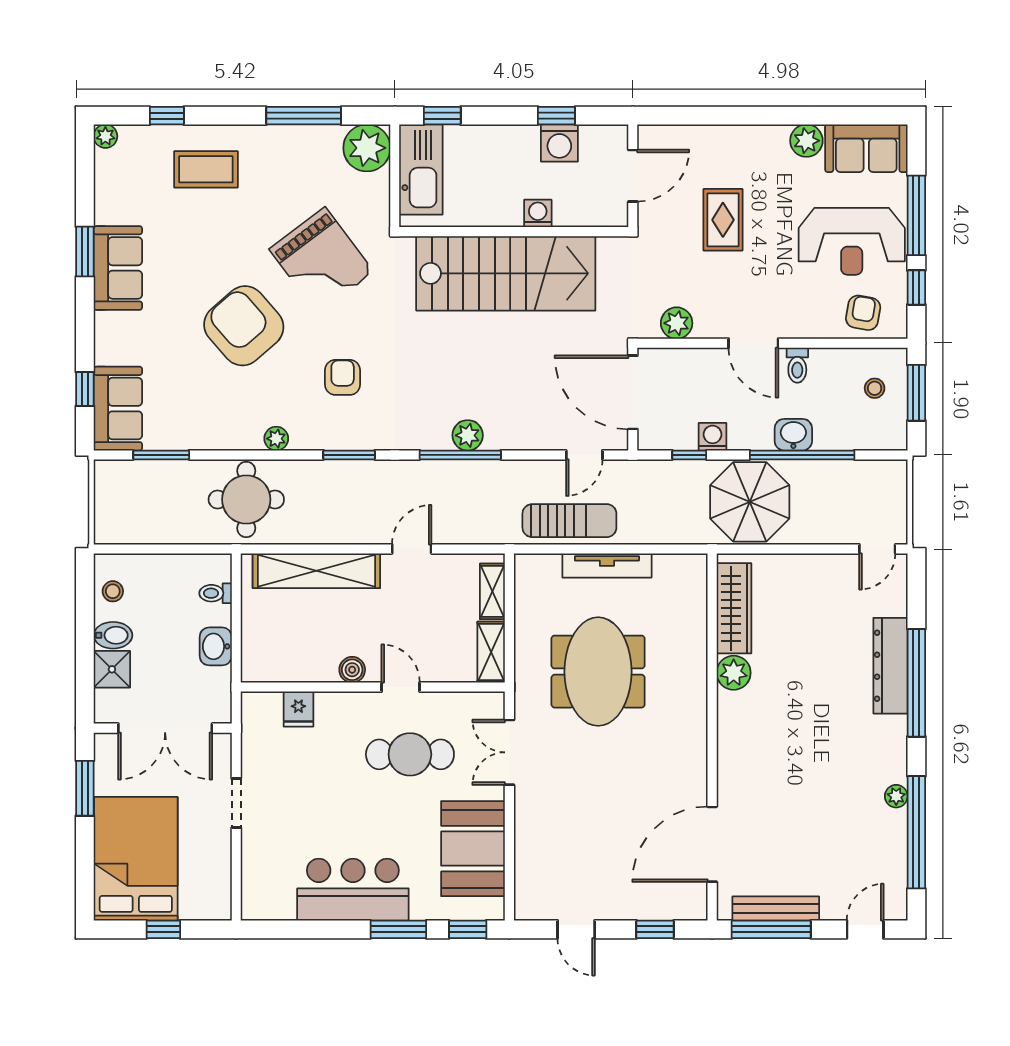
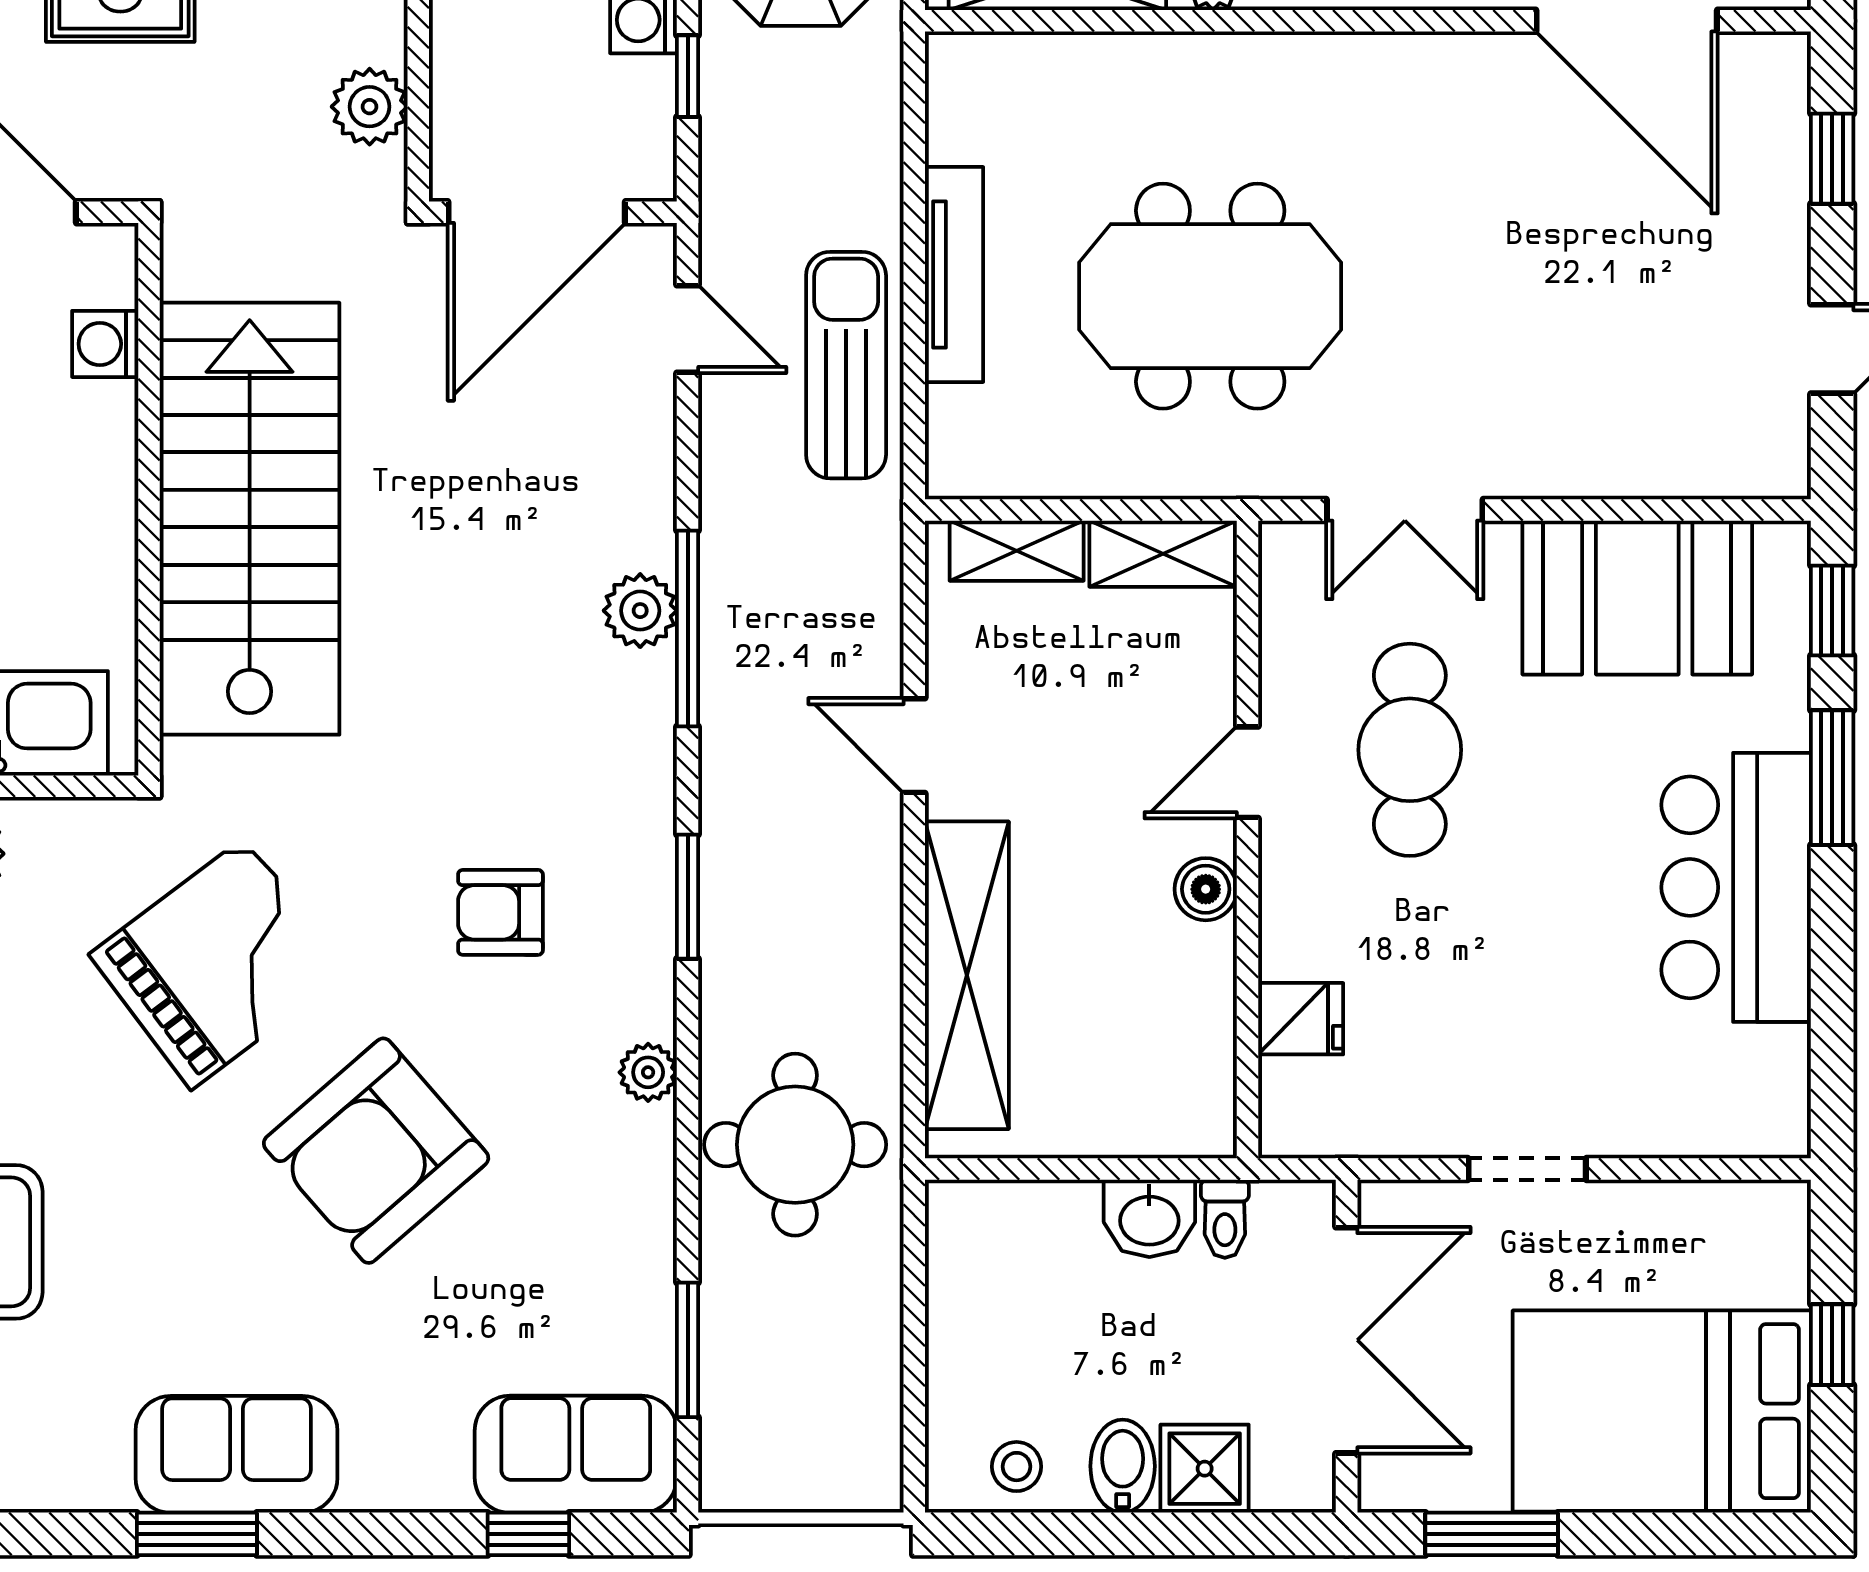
washing machine: (538, 213) -> (105, 344), moved
toilet: (216, 593) -> (1225, 1219), moved

